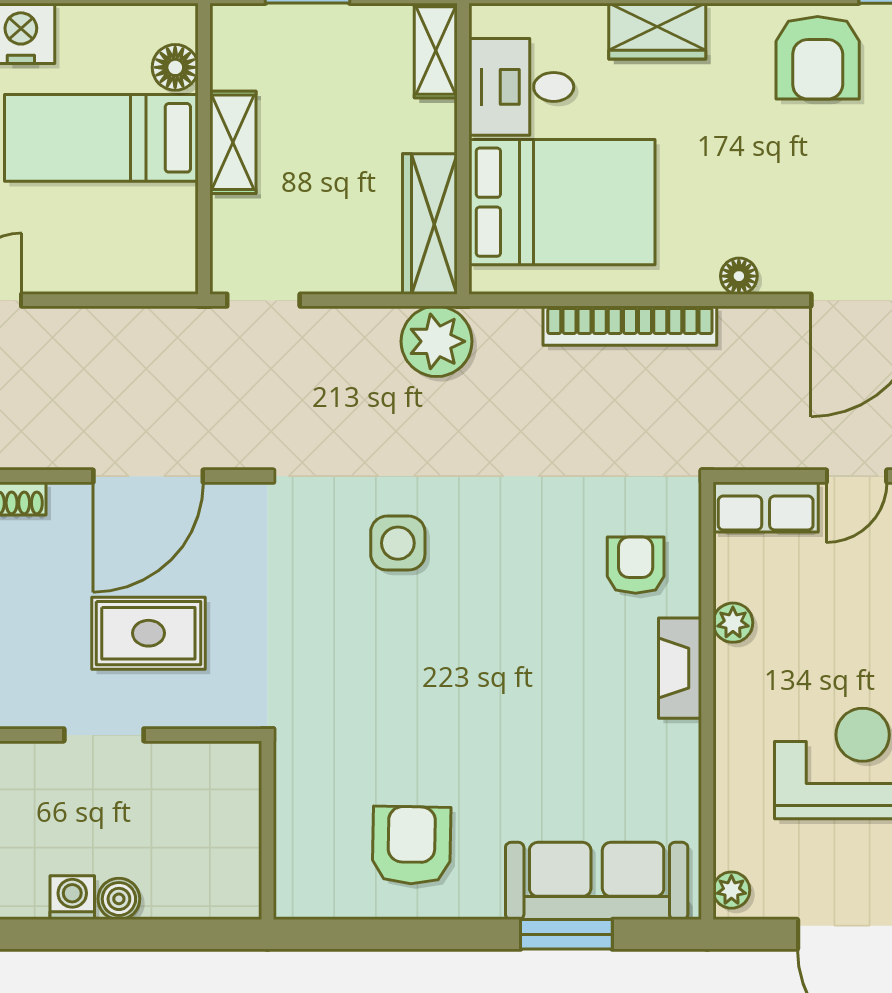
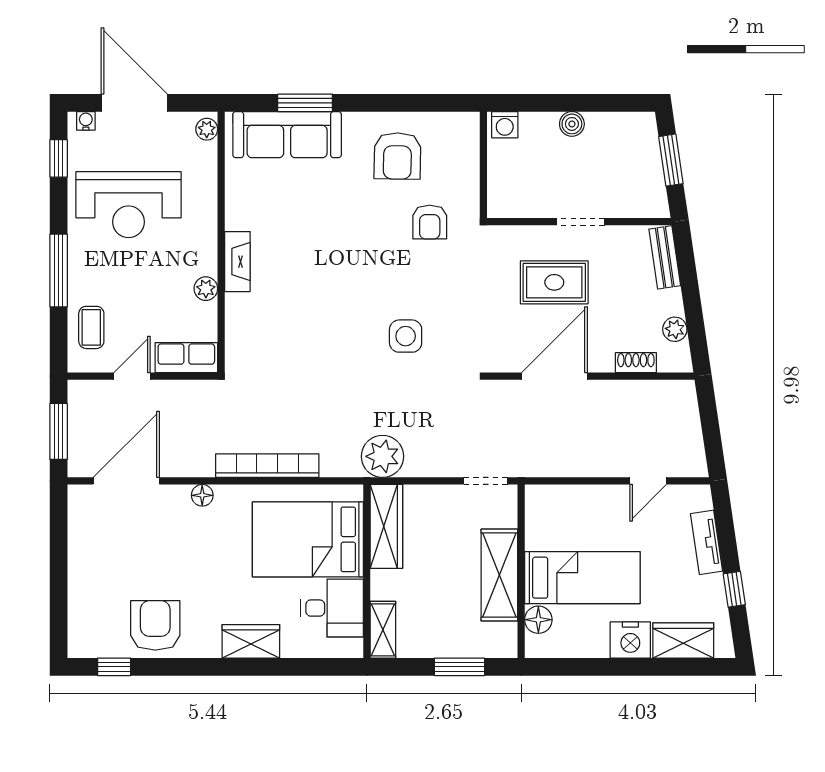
shelving: (233, 142) -> (499, 575), width x1.50, depth x1.33
armchair: (636, 565) -> (430, 222), moved
washing machine: (72, 898) -> (505, 125), moved

